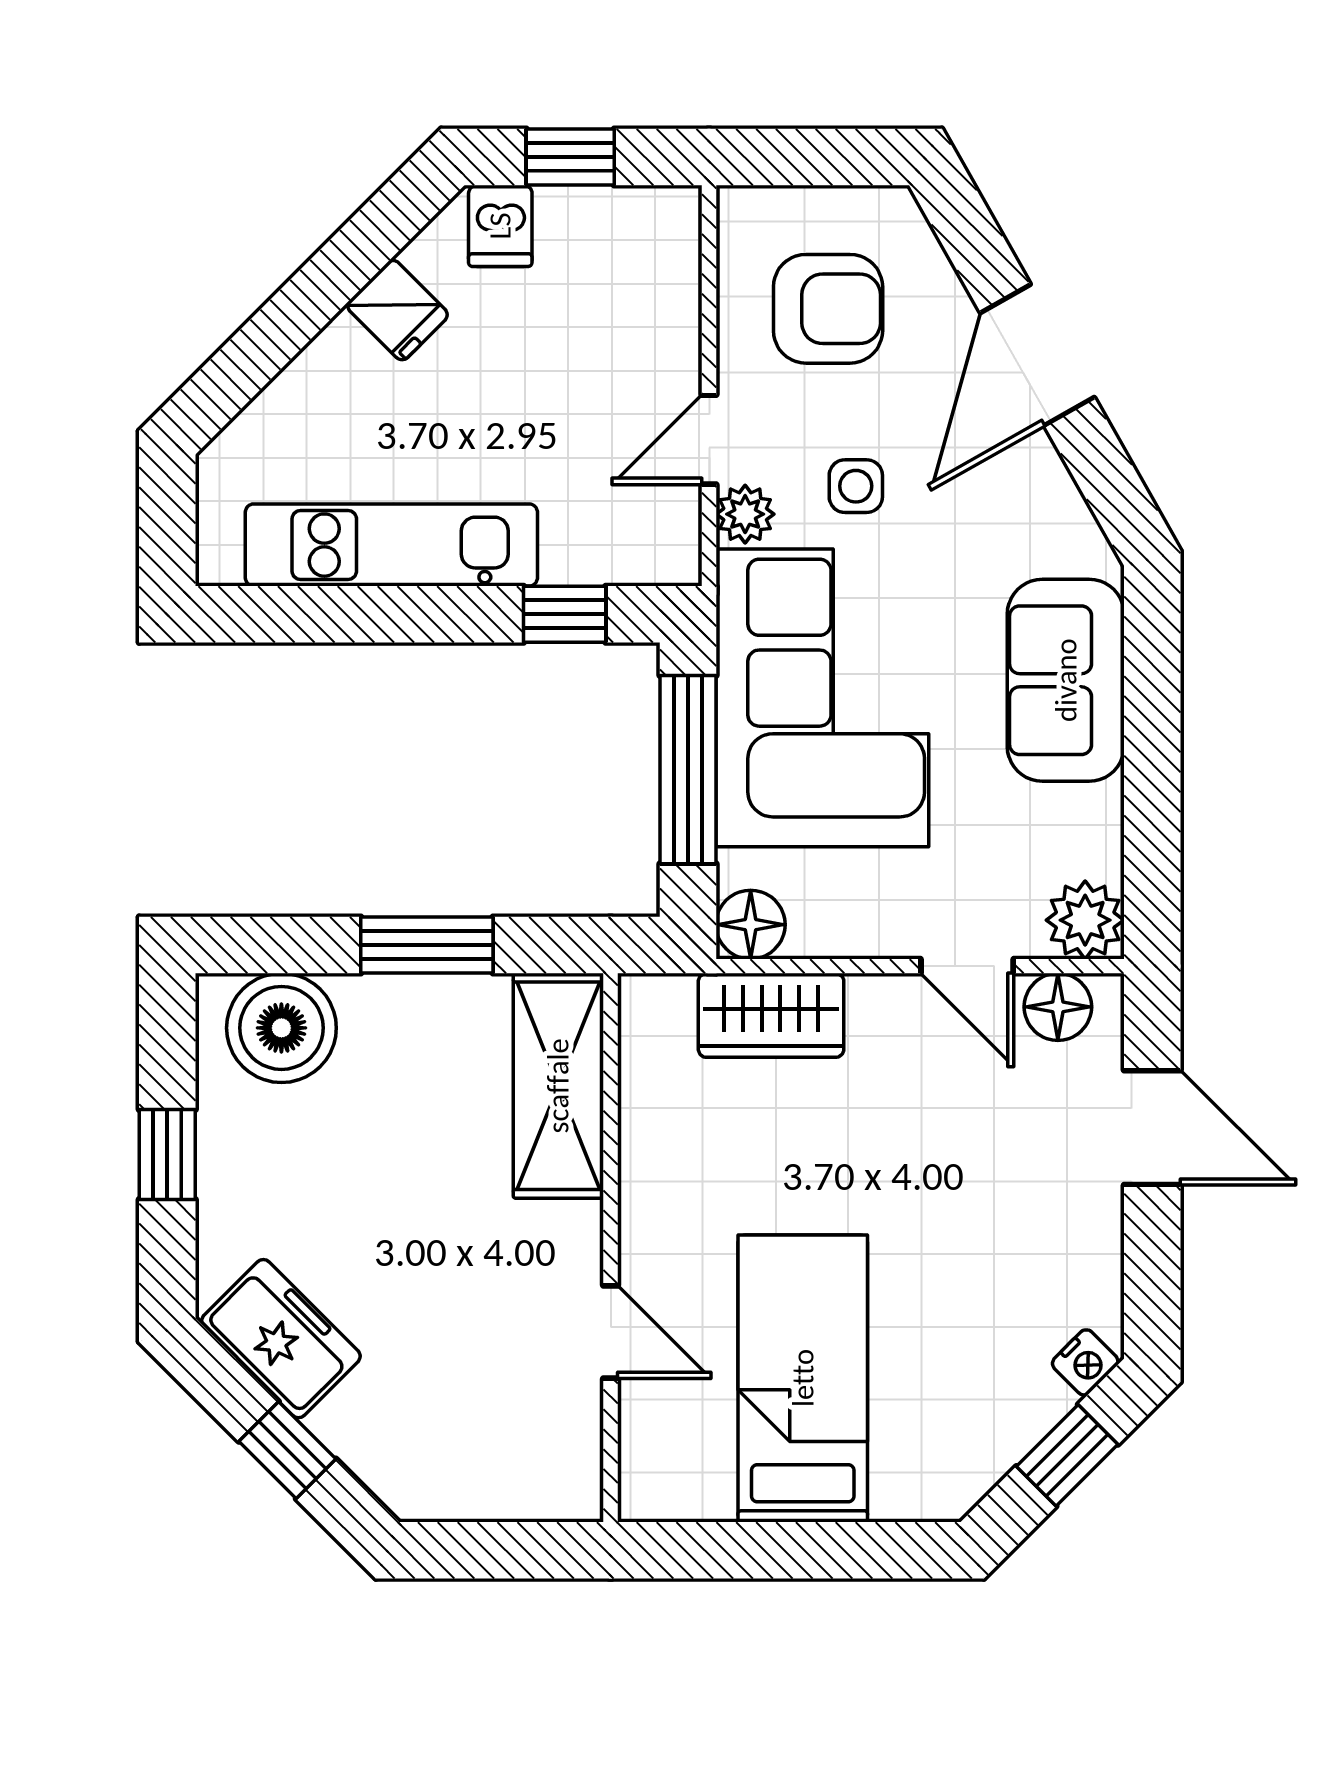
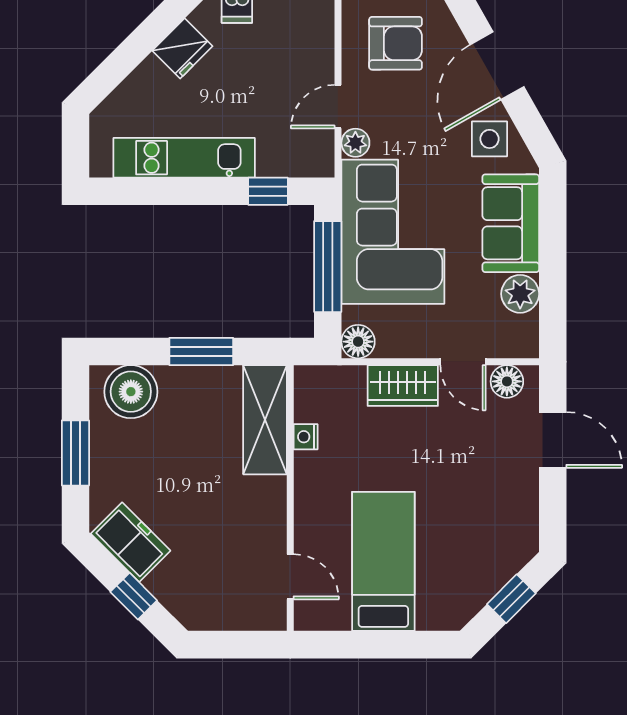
fridge: (397, 310) -> (182, 48), width x1.38
side table: (856, 486) -> (490, 139), moved, width x1.37, depth x1.37
plant: (1085, 920) -> (520, 294), moved
wardrobe: (771, 1015) -> (403, 386), moved
window: (167, 1155) -> (75, 453), width x1.50
door: (611, 1332) -> (290, 577), moved
nightstand: (1085, 1362) -> (306, 437), moved, turned 135

